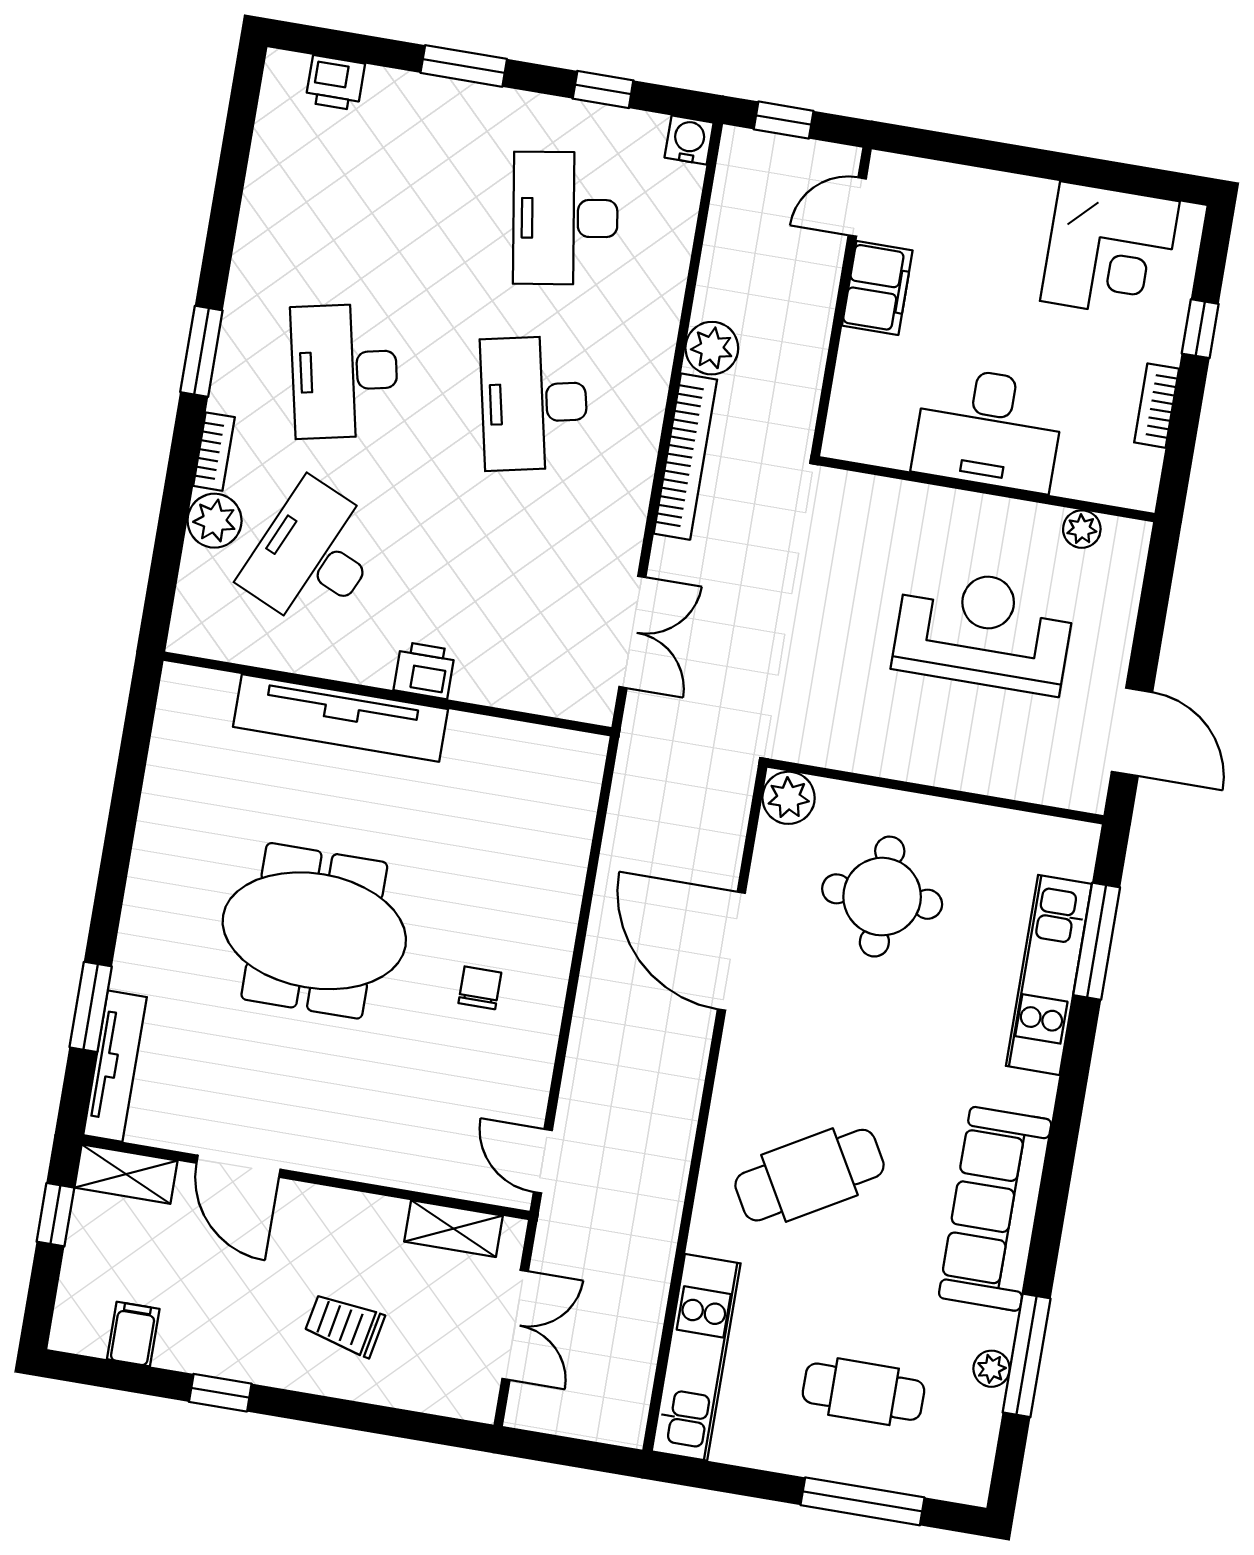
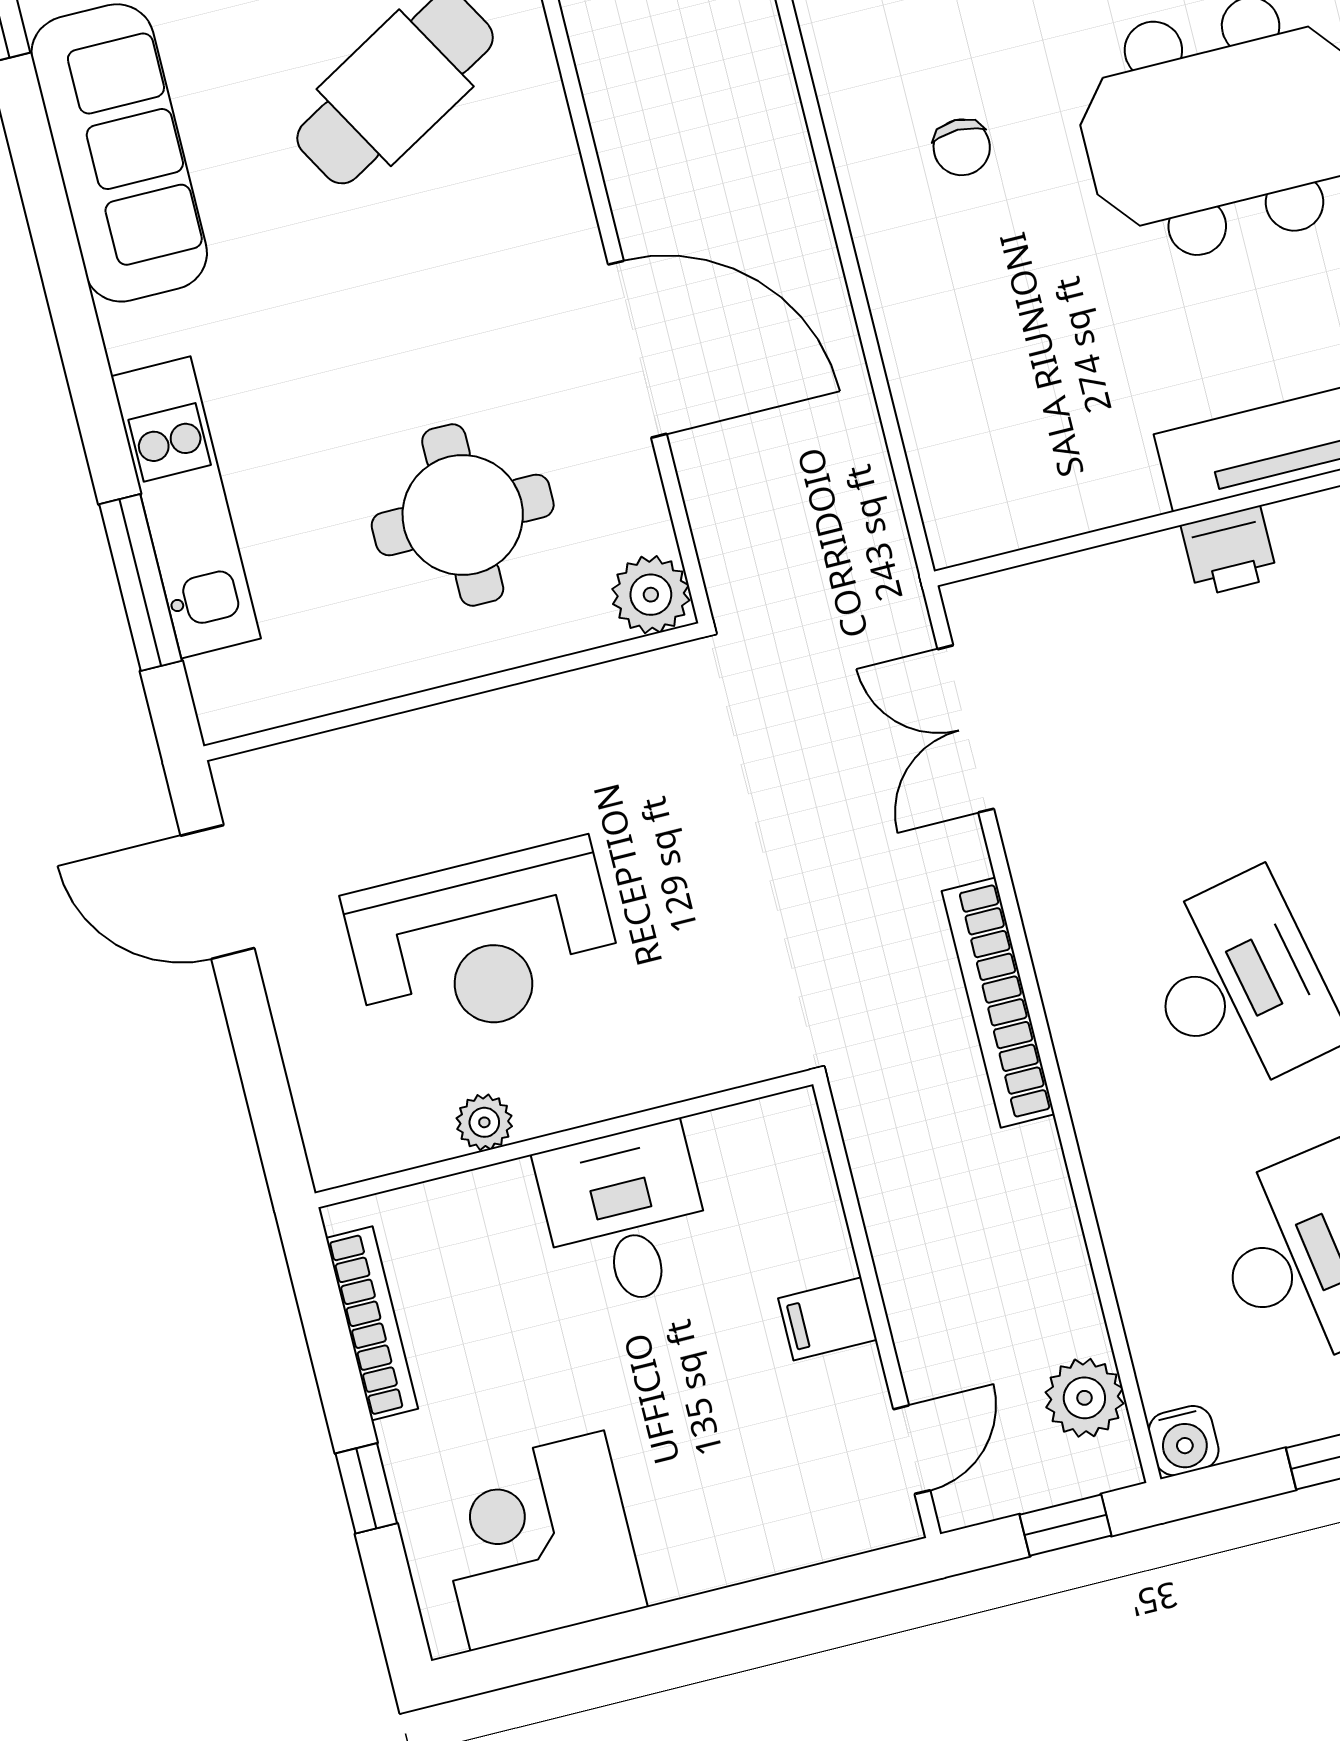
filing cabinet: (877, 288) -> (828, 1319), width x0.50
plant: (712, 348) -> (1084, 1398), moved
bookcase: (1157, 406) -> (372, 1323), width x1.56
desk: (989, 429) -> (625, 1216), width x0.73
plant: (1082, 529) -> (484, 1122), moved

